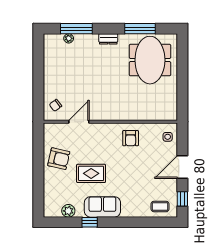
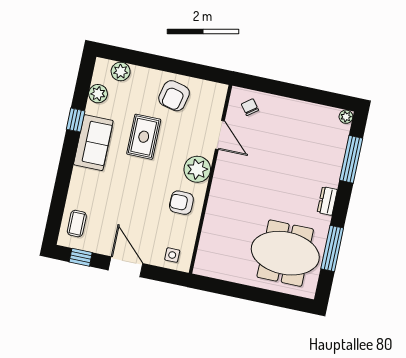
plant: (69, 38) -> (346, 117), moved
plant: (106, 132) -> (197, 169), added
plant: (50, 199) -> (121, 71), added

